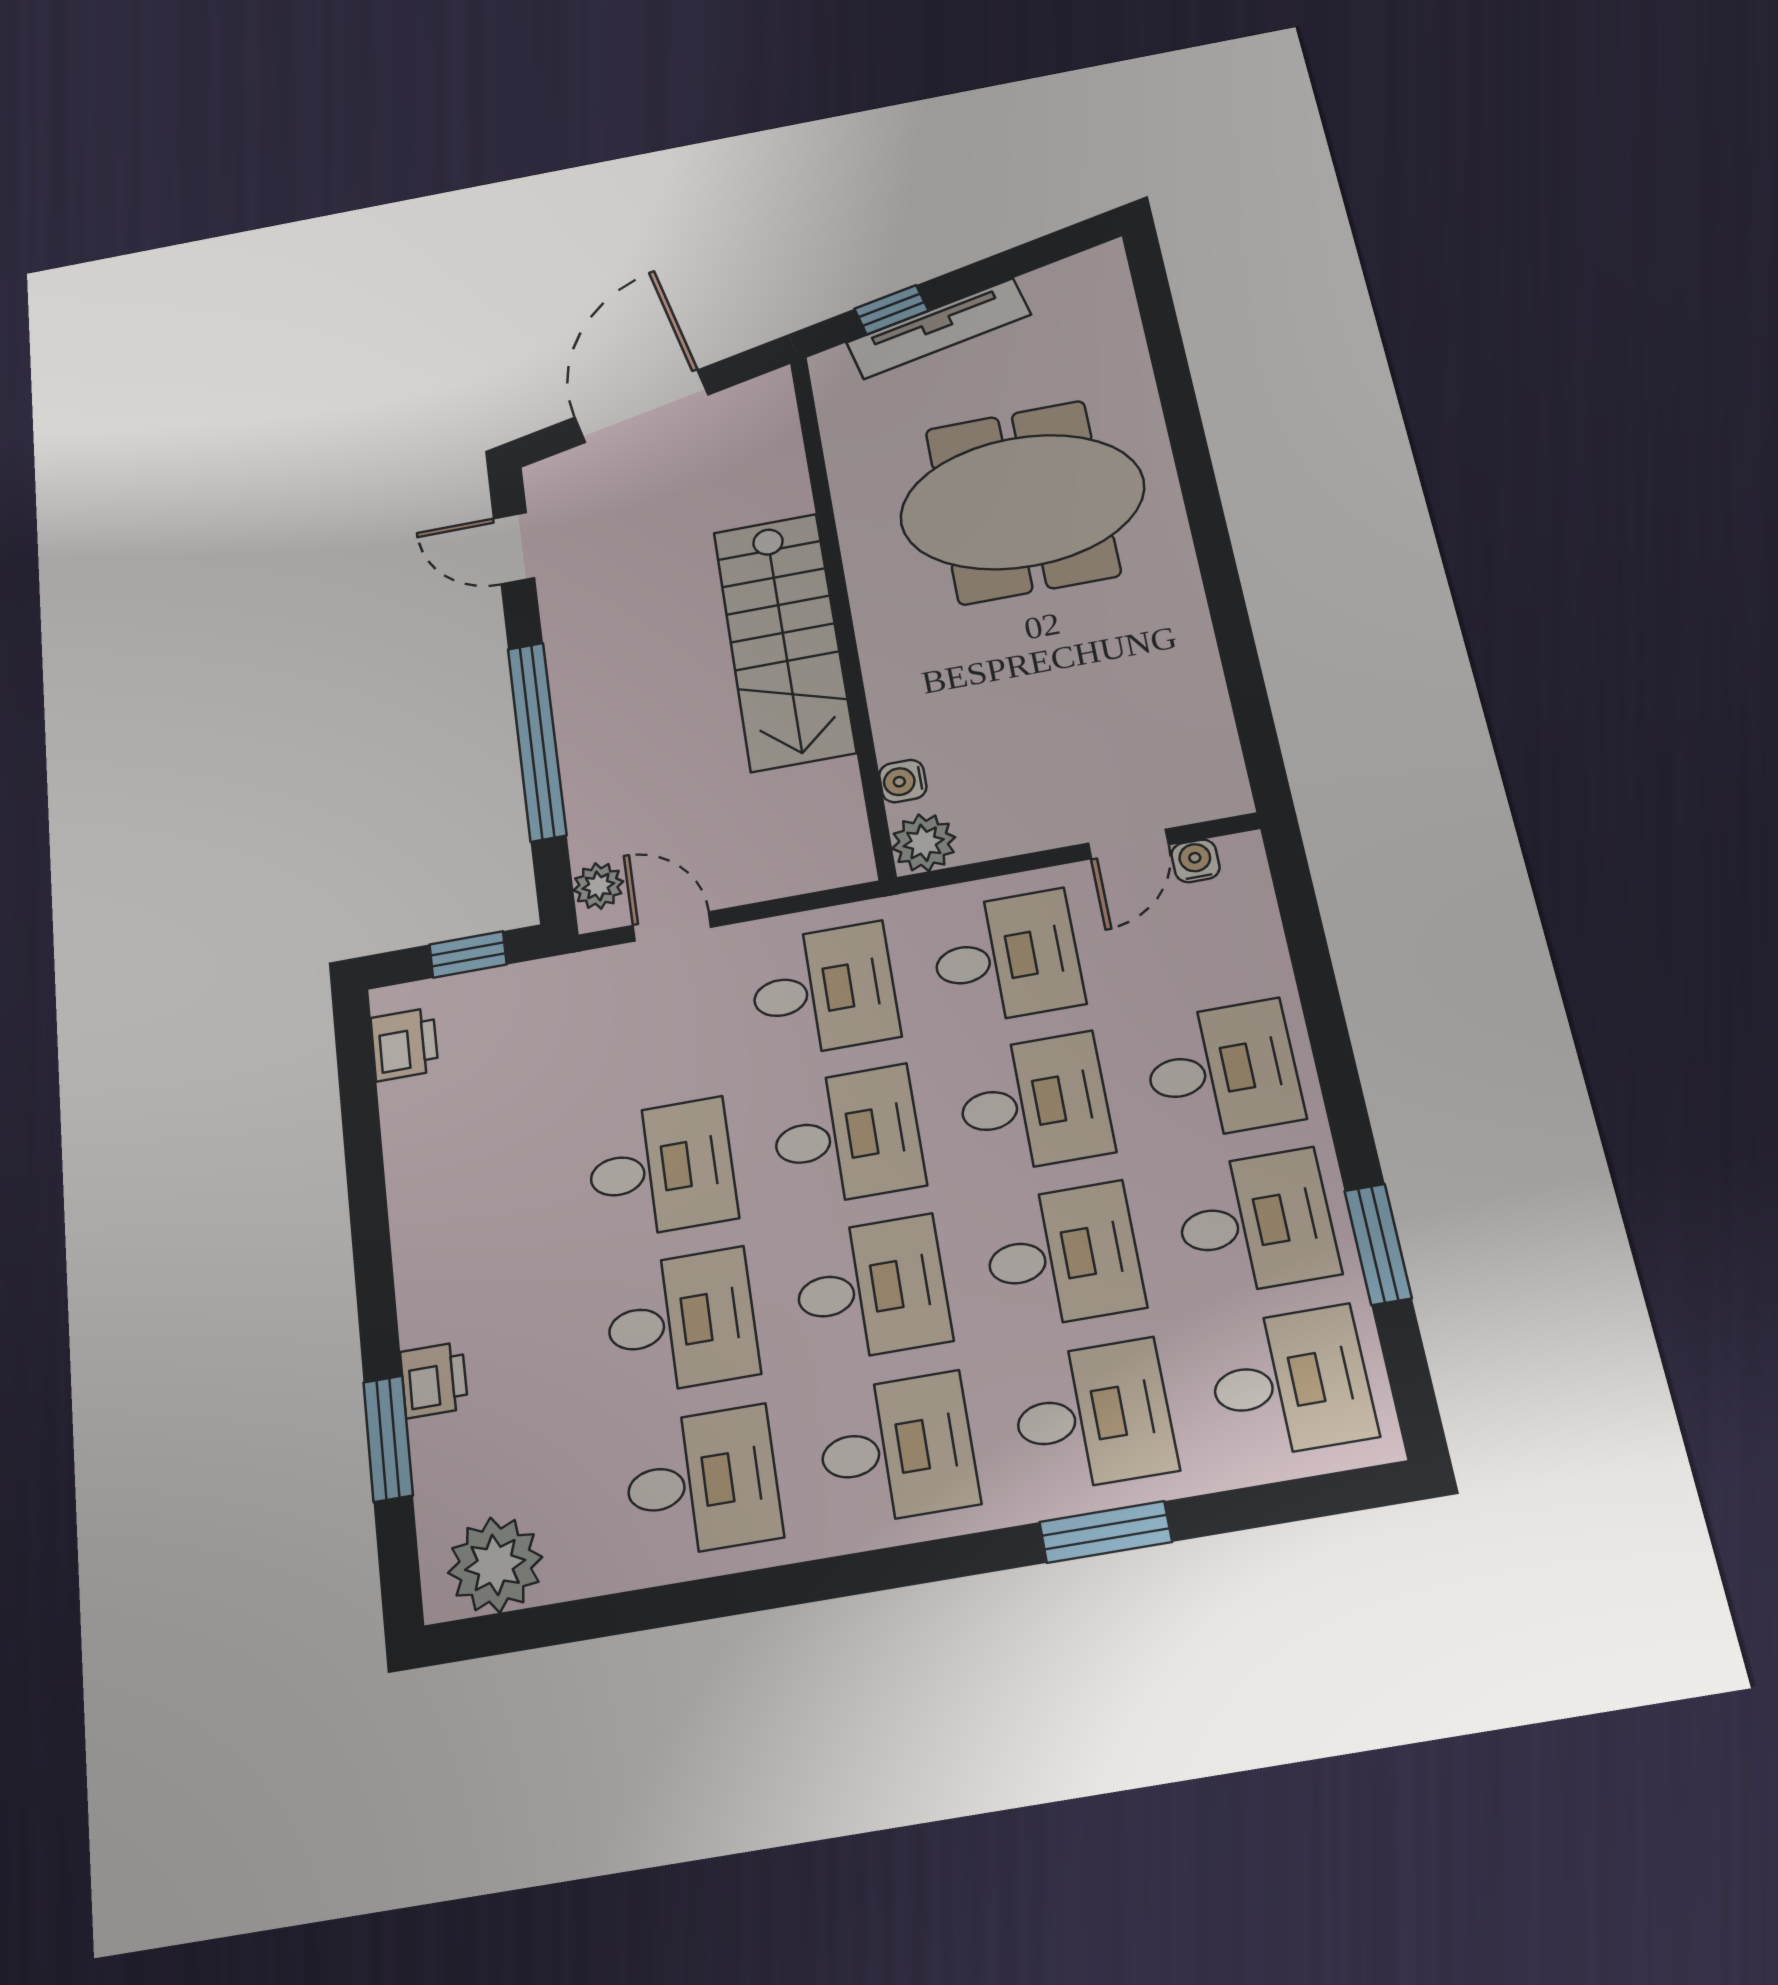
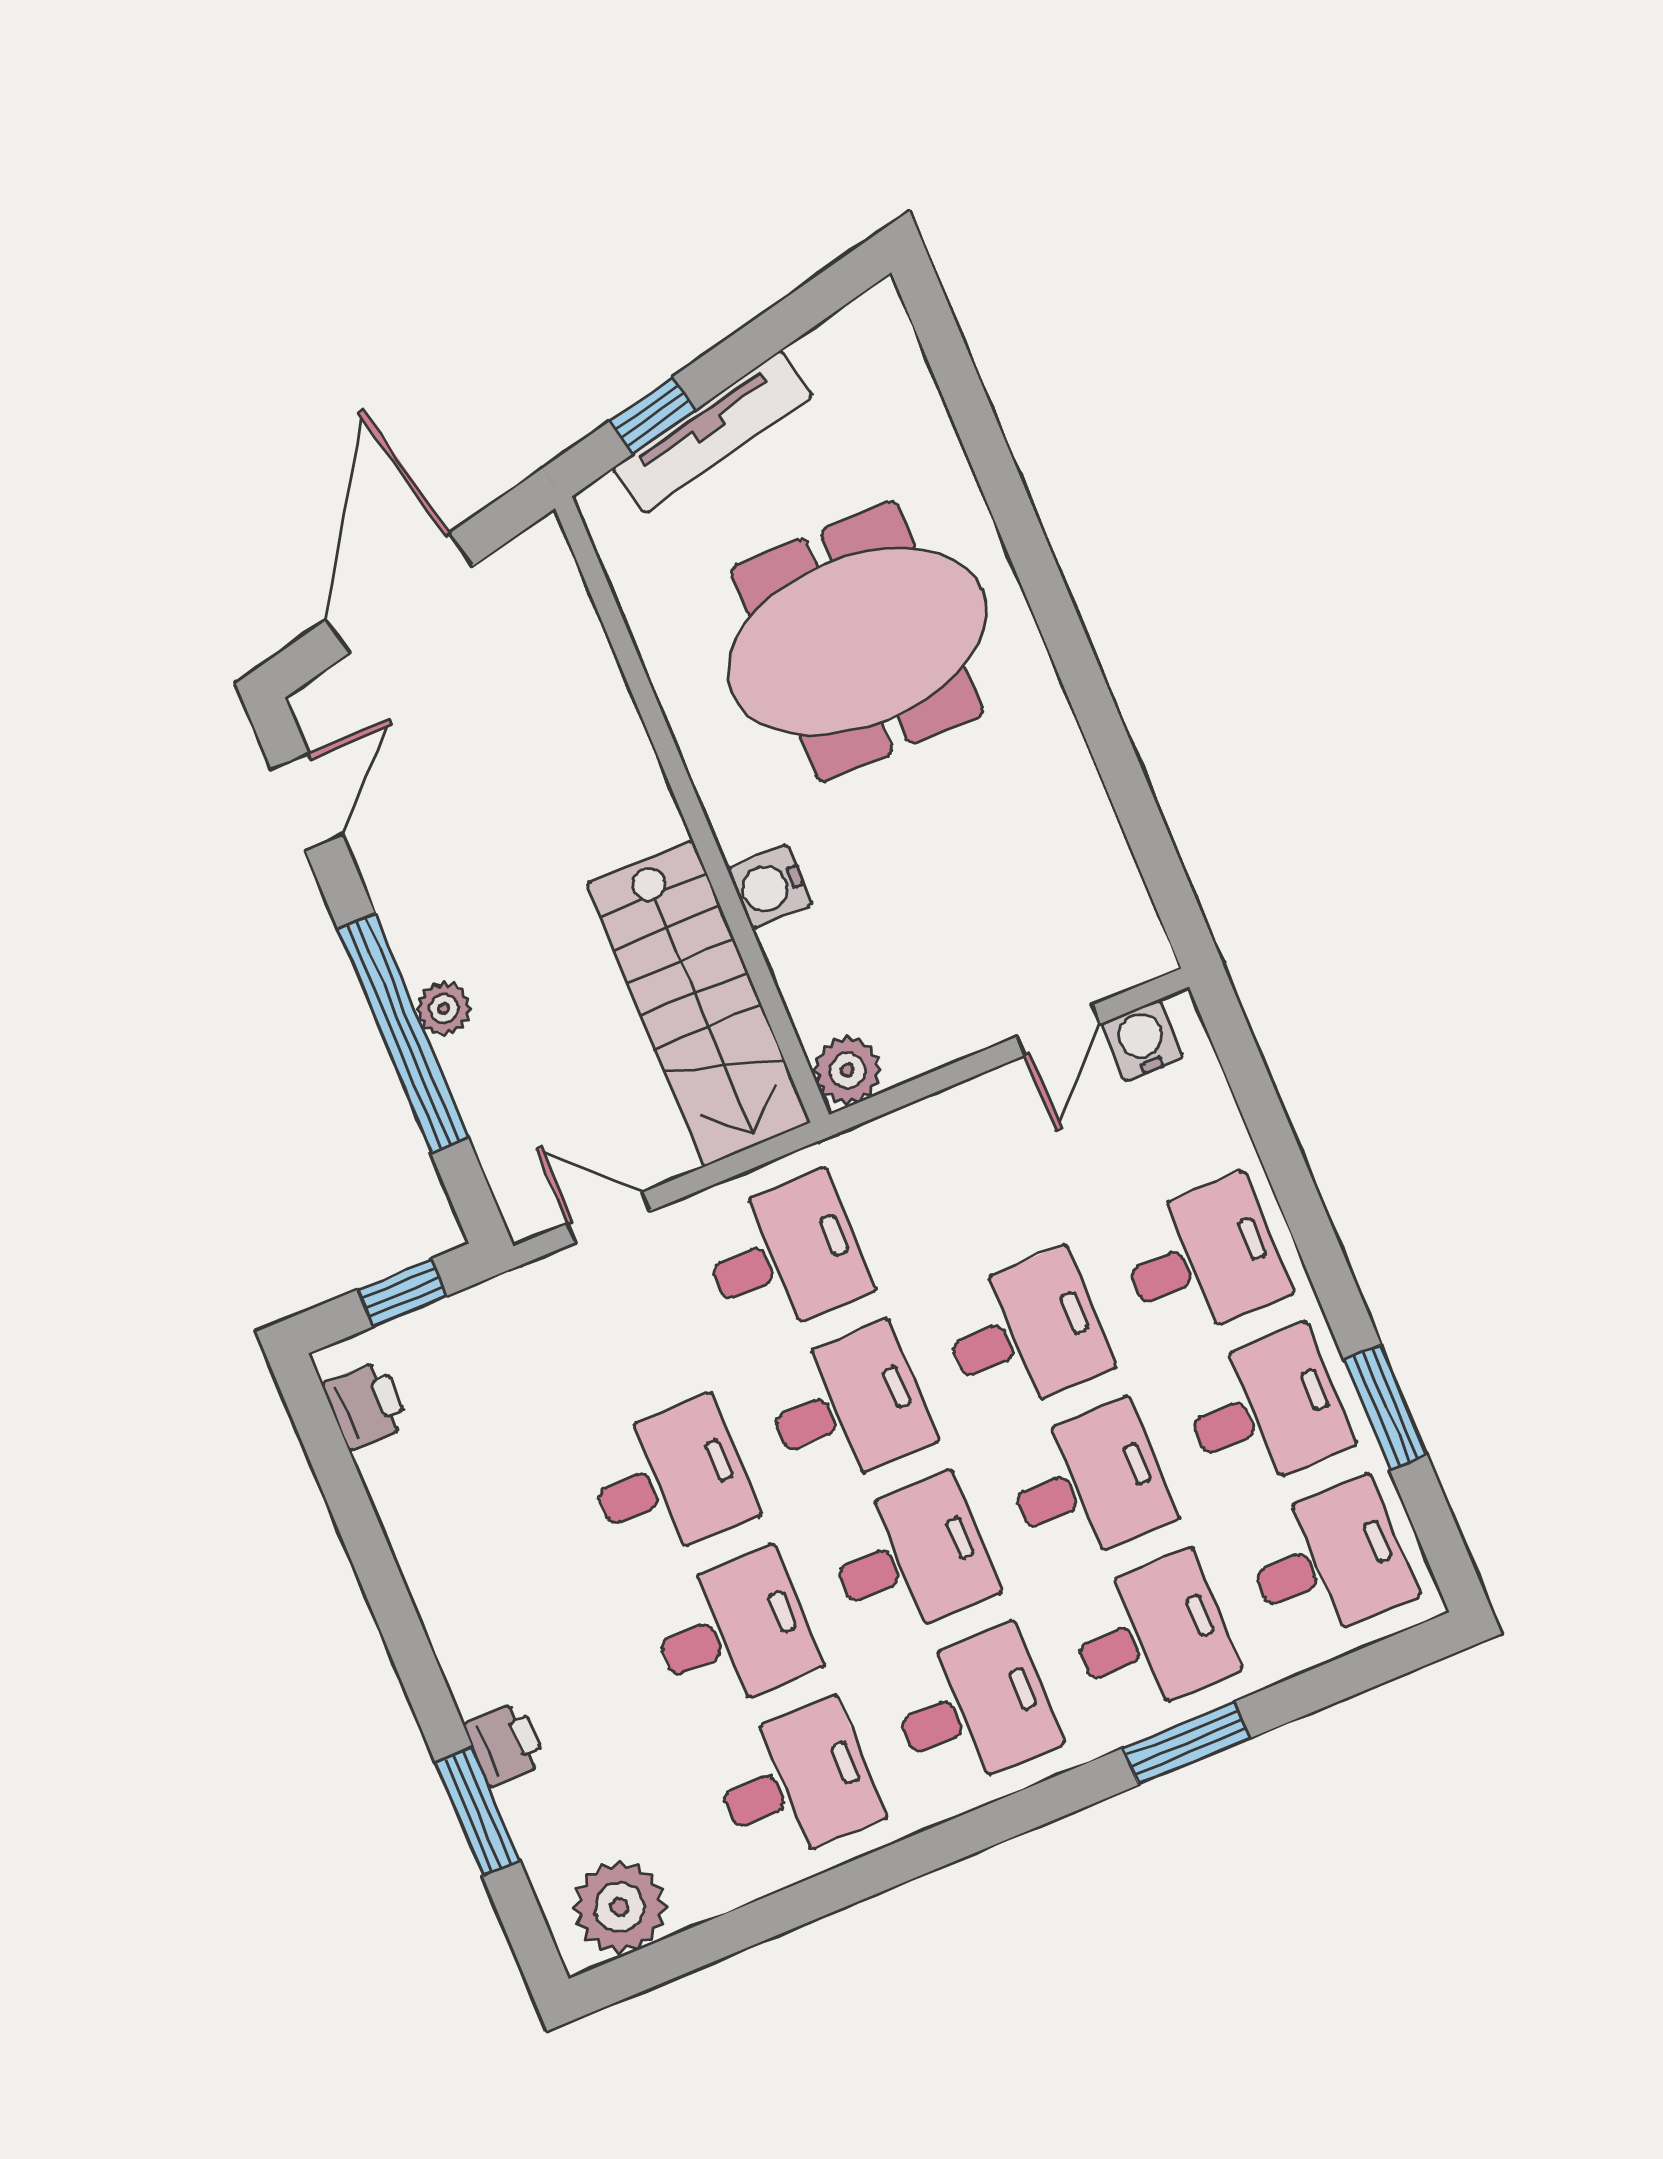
door: (514, 548) -> (307, 802), swing flipped
stairs: (784, 641) -> (699, 1003), moved
water cooler: (903, 781) -> (770, 887), moved, width x1.38, depth x1.38
water cooler: (1196, 861) -> (1142, 1040), width x1.38, depth x1.38
plant: (598, 886) -> (444, 1009), moved
desk: (1006, 958) -> (962, 1182), removed

